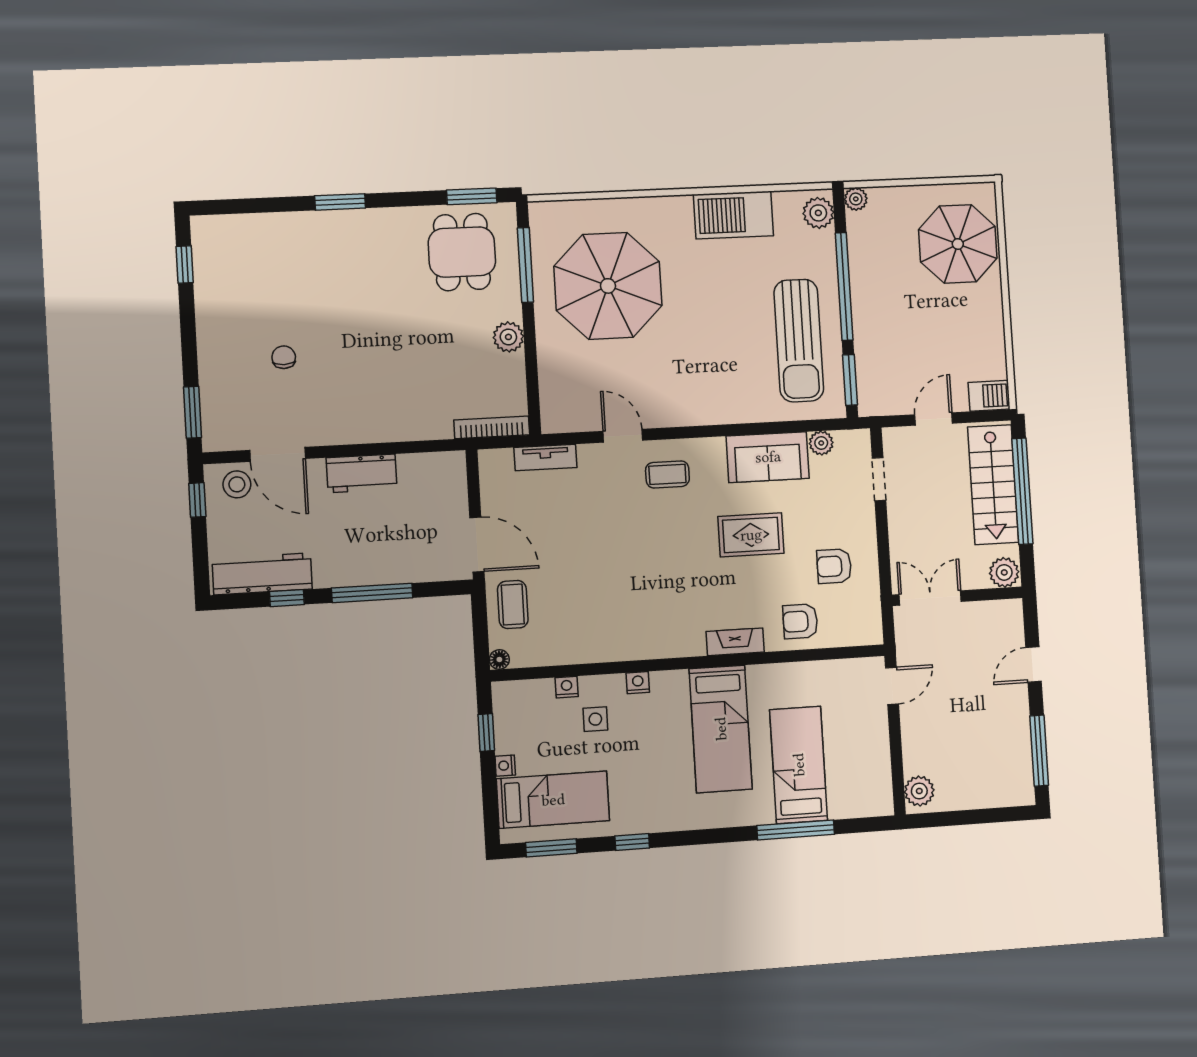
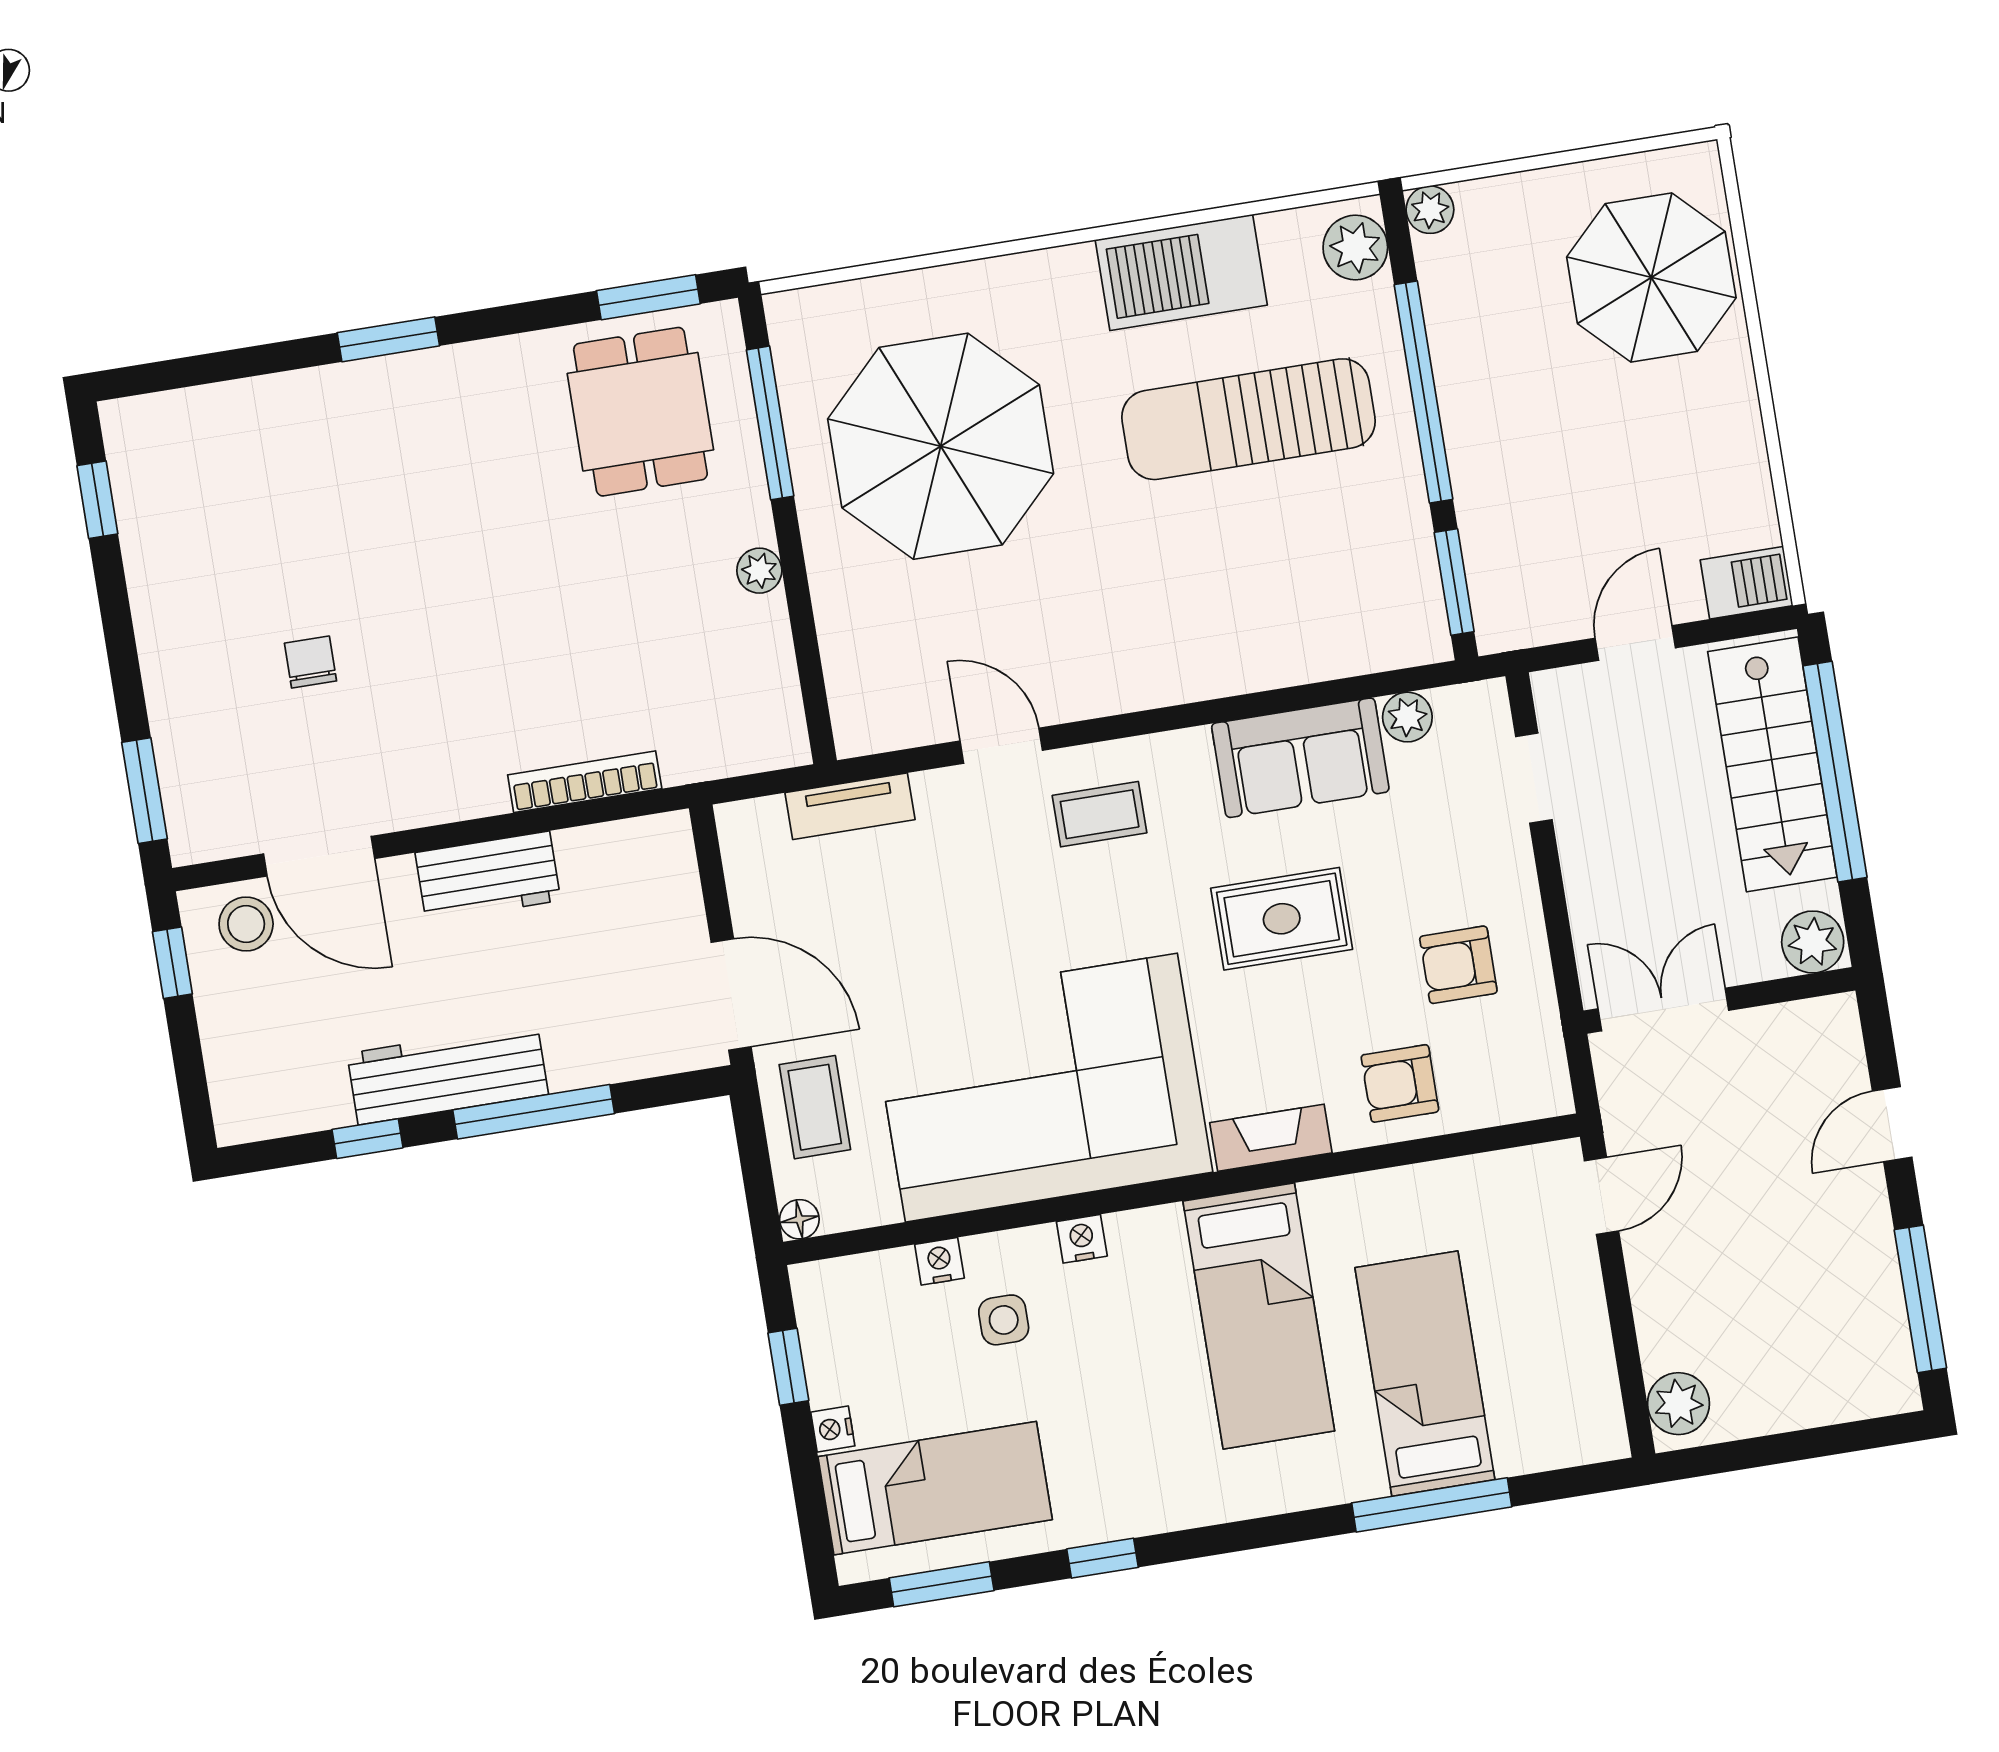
plant: (508, 337) -> (759, 571), width x0.73, depth x0.73
sun lounger: (799, 341) -> (1248, 419), moved, turned 90
bookcase: (492, 427) -> (585, 782), moved
workbench: (262, 574) -> (448, 1074), moved
corner sofa: (626, 606) -> (1041, 1088), added

